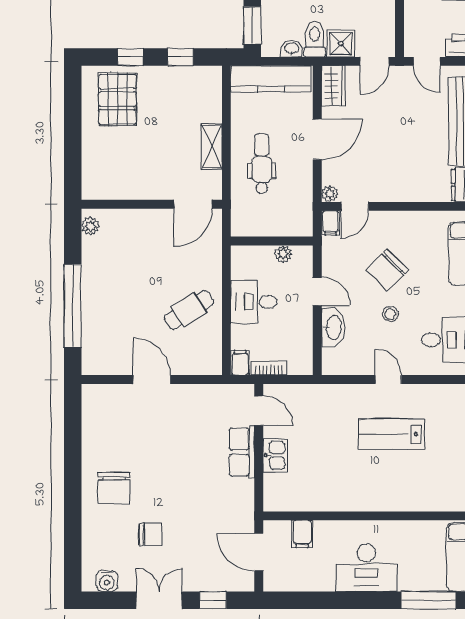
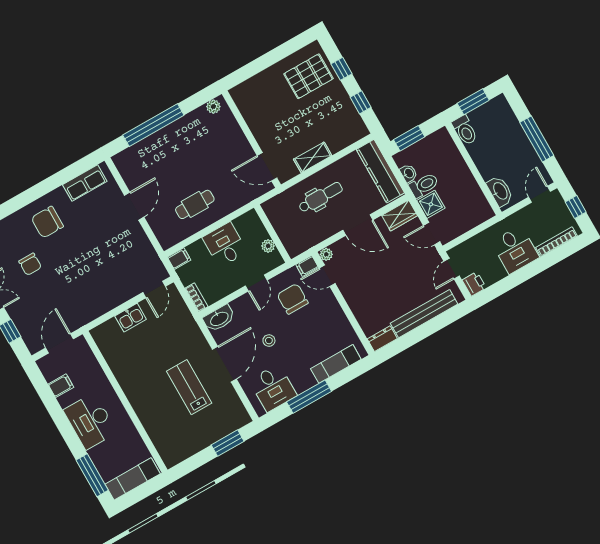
chair: (387, 270) -> (293, 299), moved, turned 45
cafe table: (189, 310) -> (195, 204), turned -57
washbasin: (333, 327) -> (219, 318), moved
bookcase: (269, 368) -> (196, 297), moved
door: (388, 380) -> (224, 364), width x1.87
row of seats: (242, 452) -> (85, 183), moved, turned 180
filing cabinet: (302, 534) -> (61, 386), moved, turned 180

